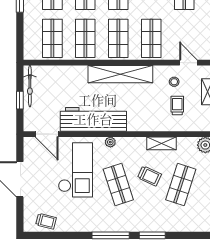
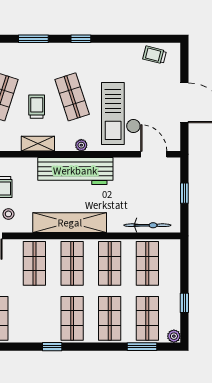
bicycle: (30, 86) -> (147, 225), moved, turned 90
workbench: (93, 119) -> (75, 171), moved
shelving: (161, 143) -> (38, 144), moved
trolley: (149, 176) -> (37, 107), turned 65
window: (111, 235) -> (81, 39), width x0.46

